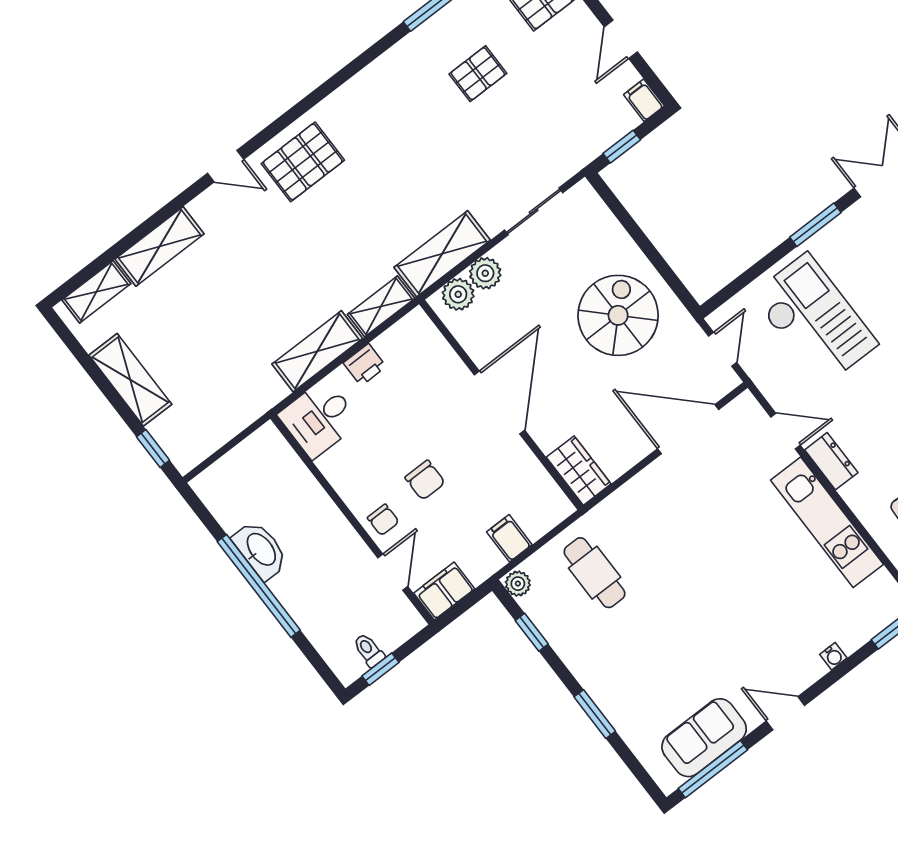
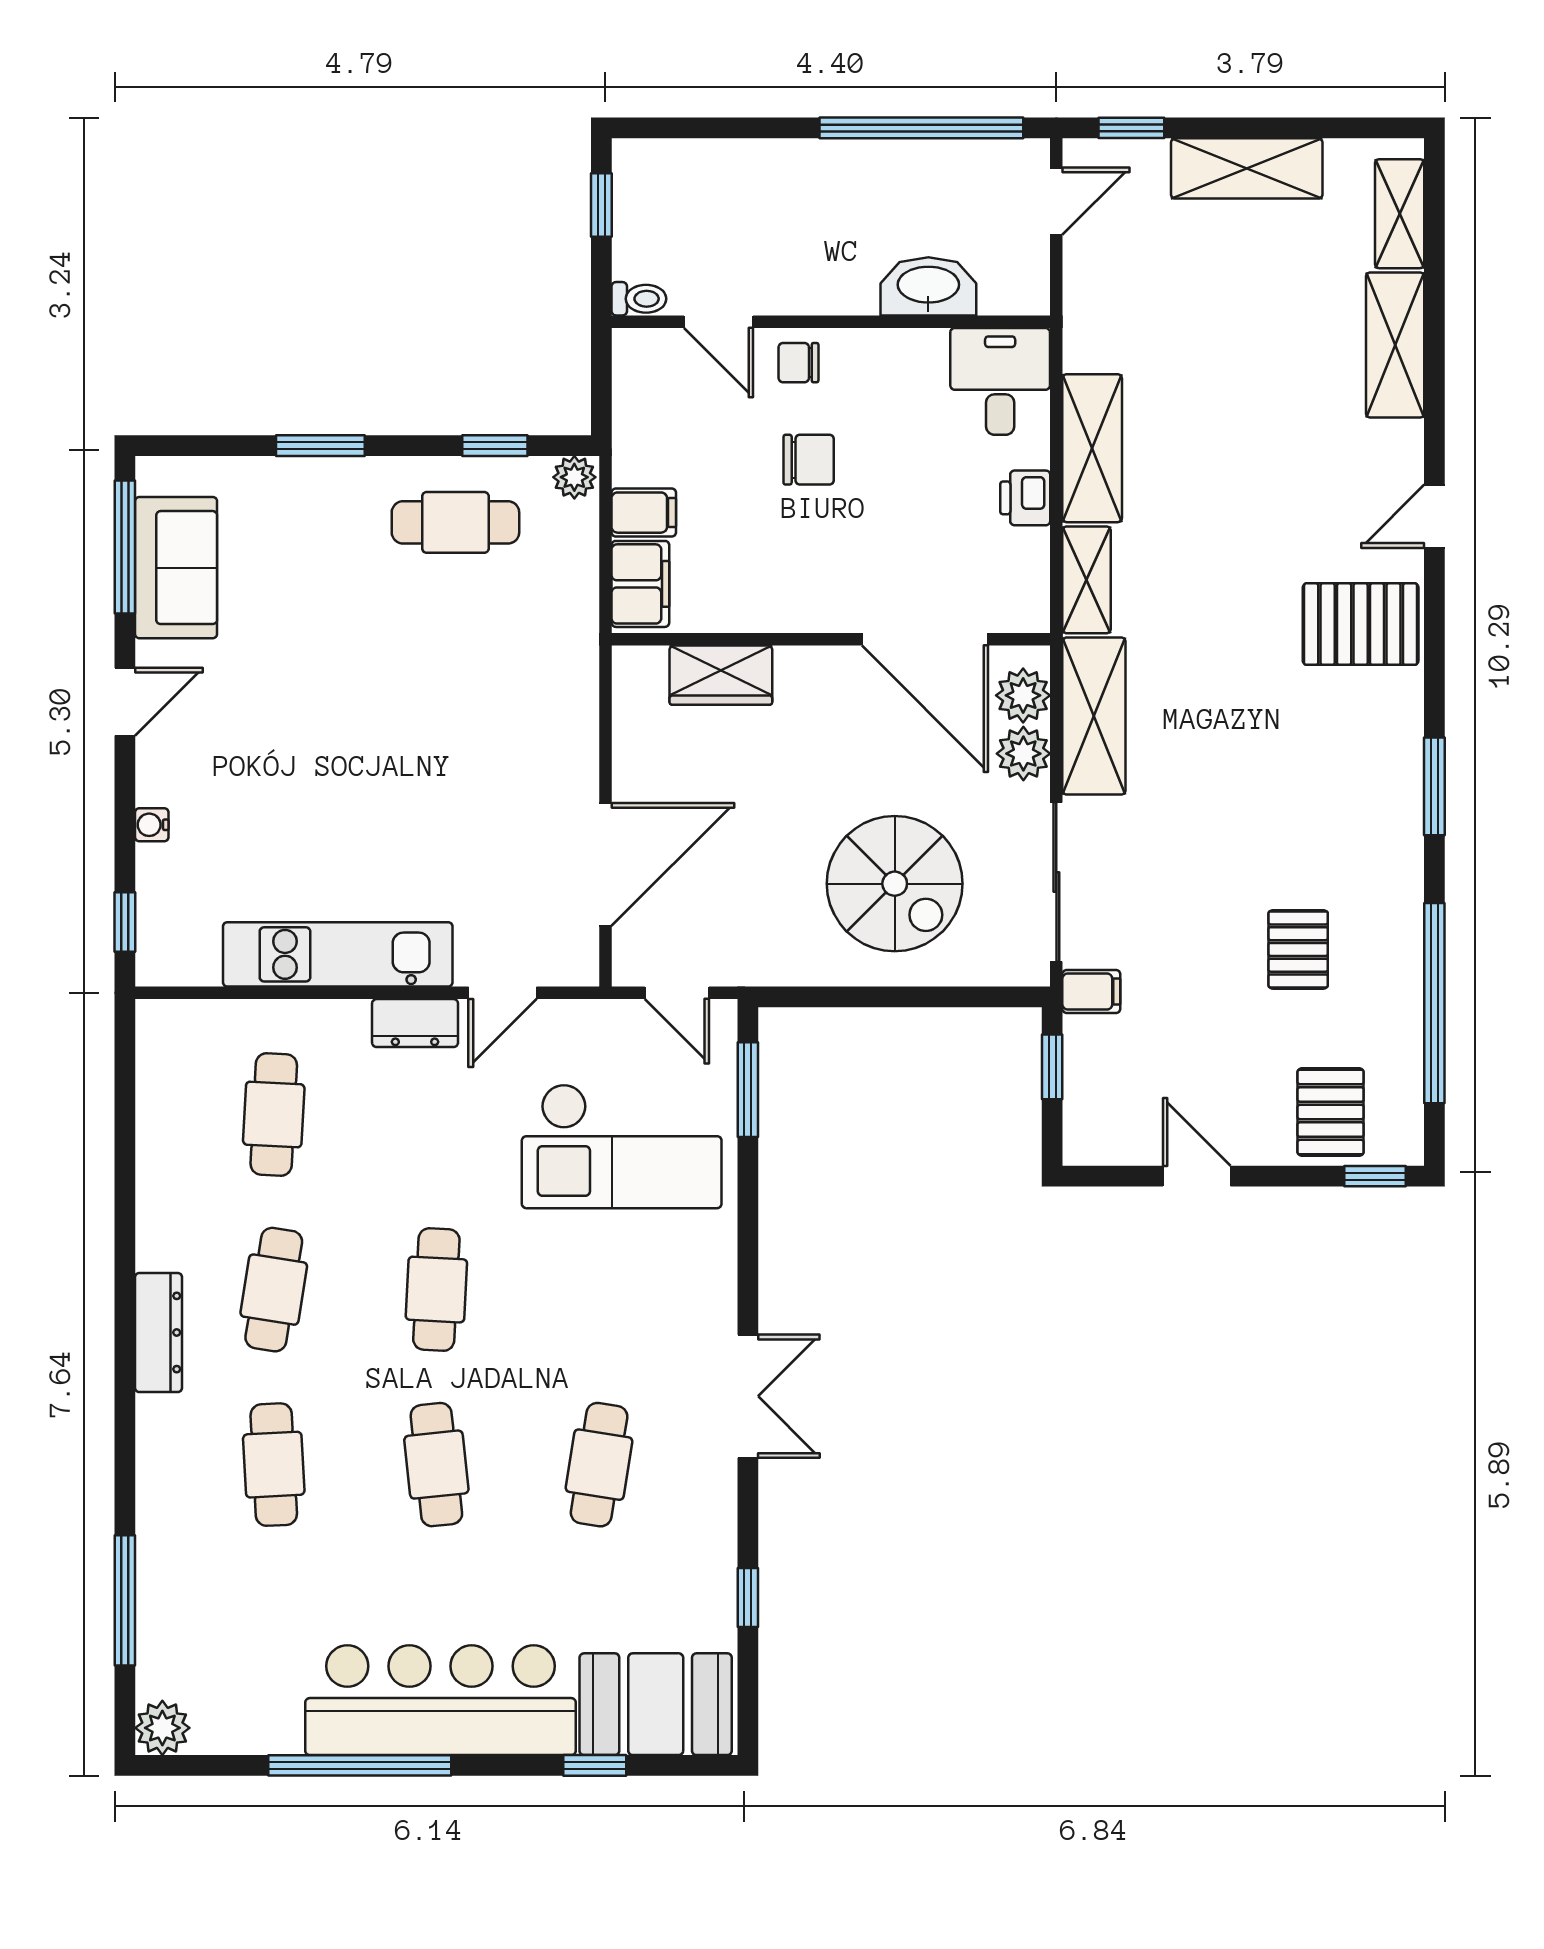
window: (352, 69) -> (1434, 786), added
filing cabinet: (644, 100) -> (1091, 991), moved
pallet: (303, 162) -> (1361, 624), turned 90
sliding door: (534, 211) -> (1056, 882), width x1.37
window: (815, 225) -> (748, 1090), moved
spiral stairs: (618, 315) -> (895, 884), moved
door: (499, 403) -> (925, 639), moved
door: (214, 457) -> (1056, 201), added
wardrobe: (579, 471) -> (721, 675), moved
chair: (425, 480) -> (809, 460), turned 180
washbasin: (261, 550) -> (928, 286), moved, turned 180
cafe table: (595, 573) -> (455, 522), moved
window: (259, 586) -> (921, 128), moved
filing cabinet: (444, 591) -> (640, 584), moved
toilet: (369, 650) -> (639, 299), moved

